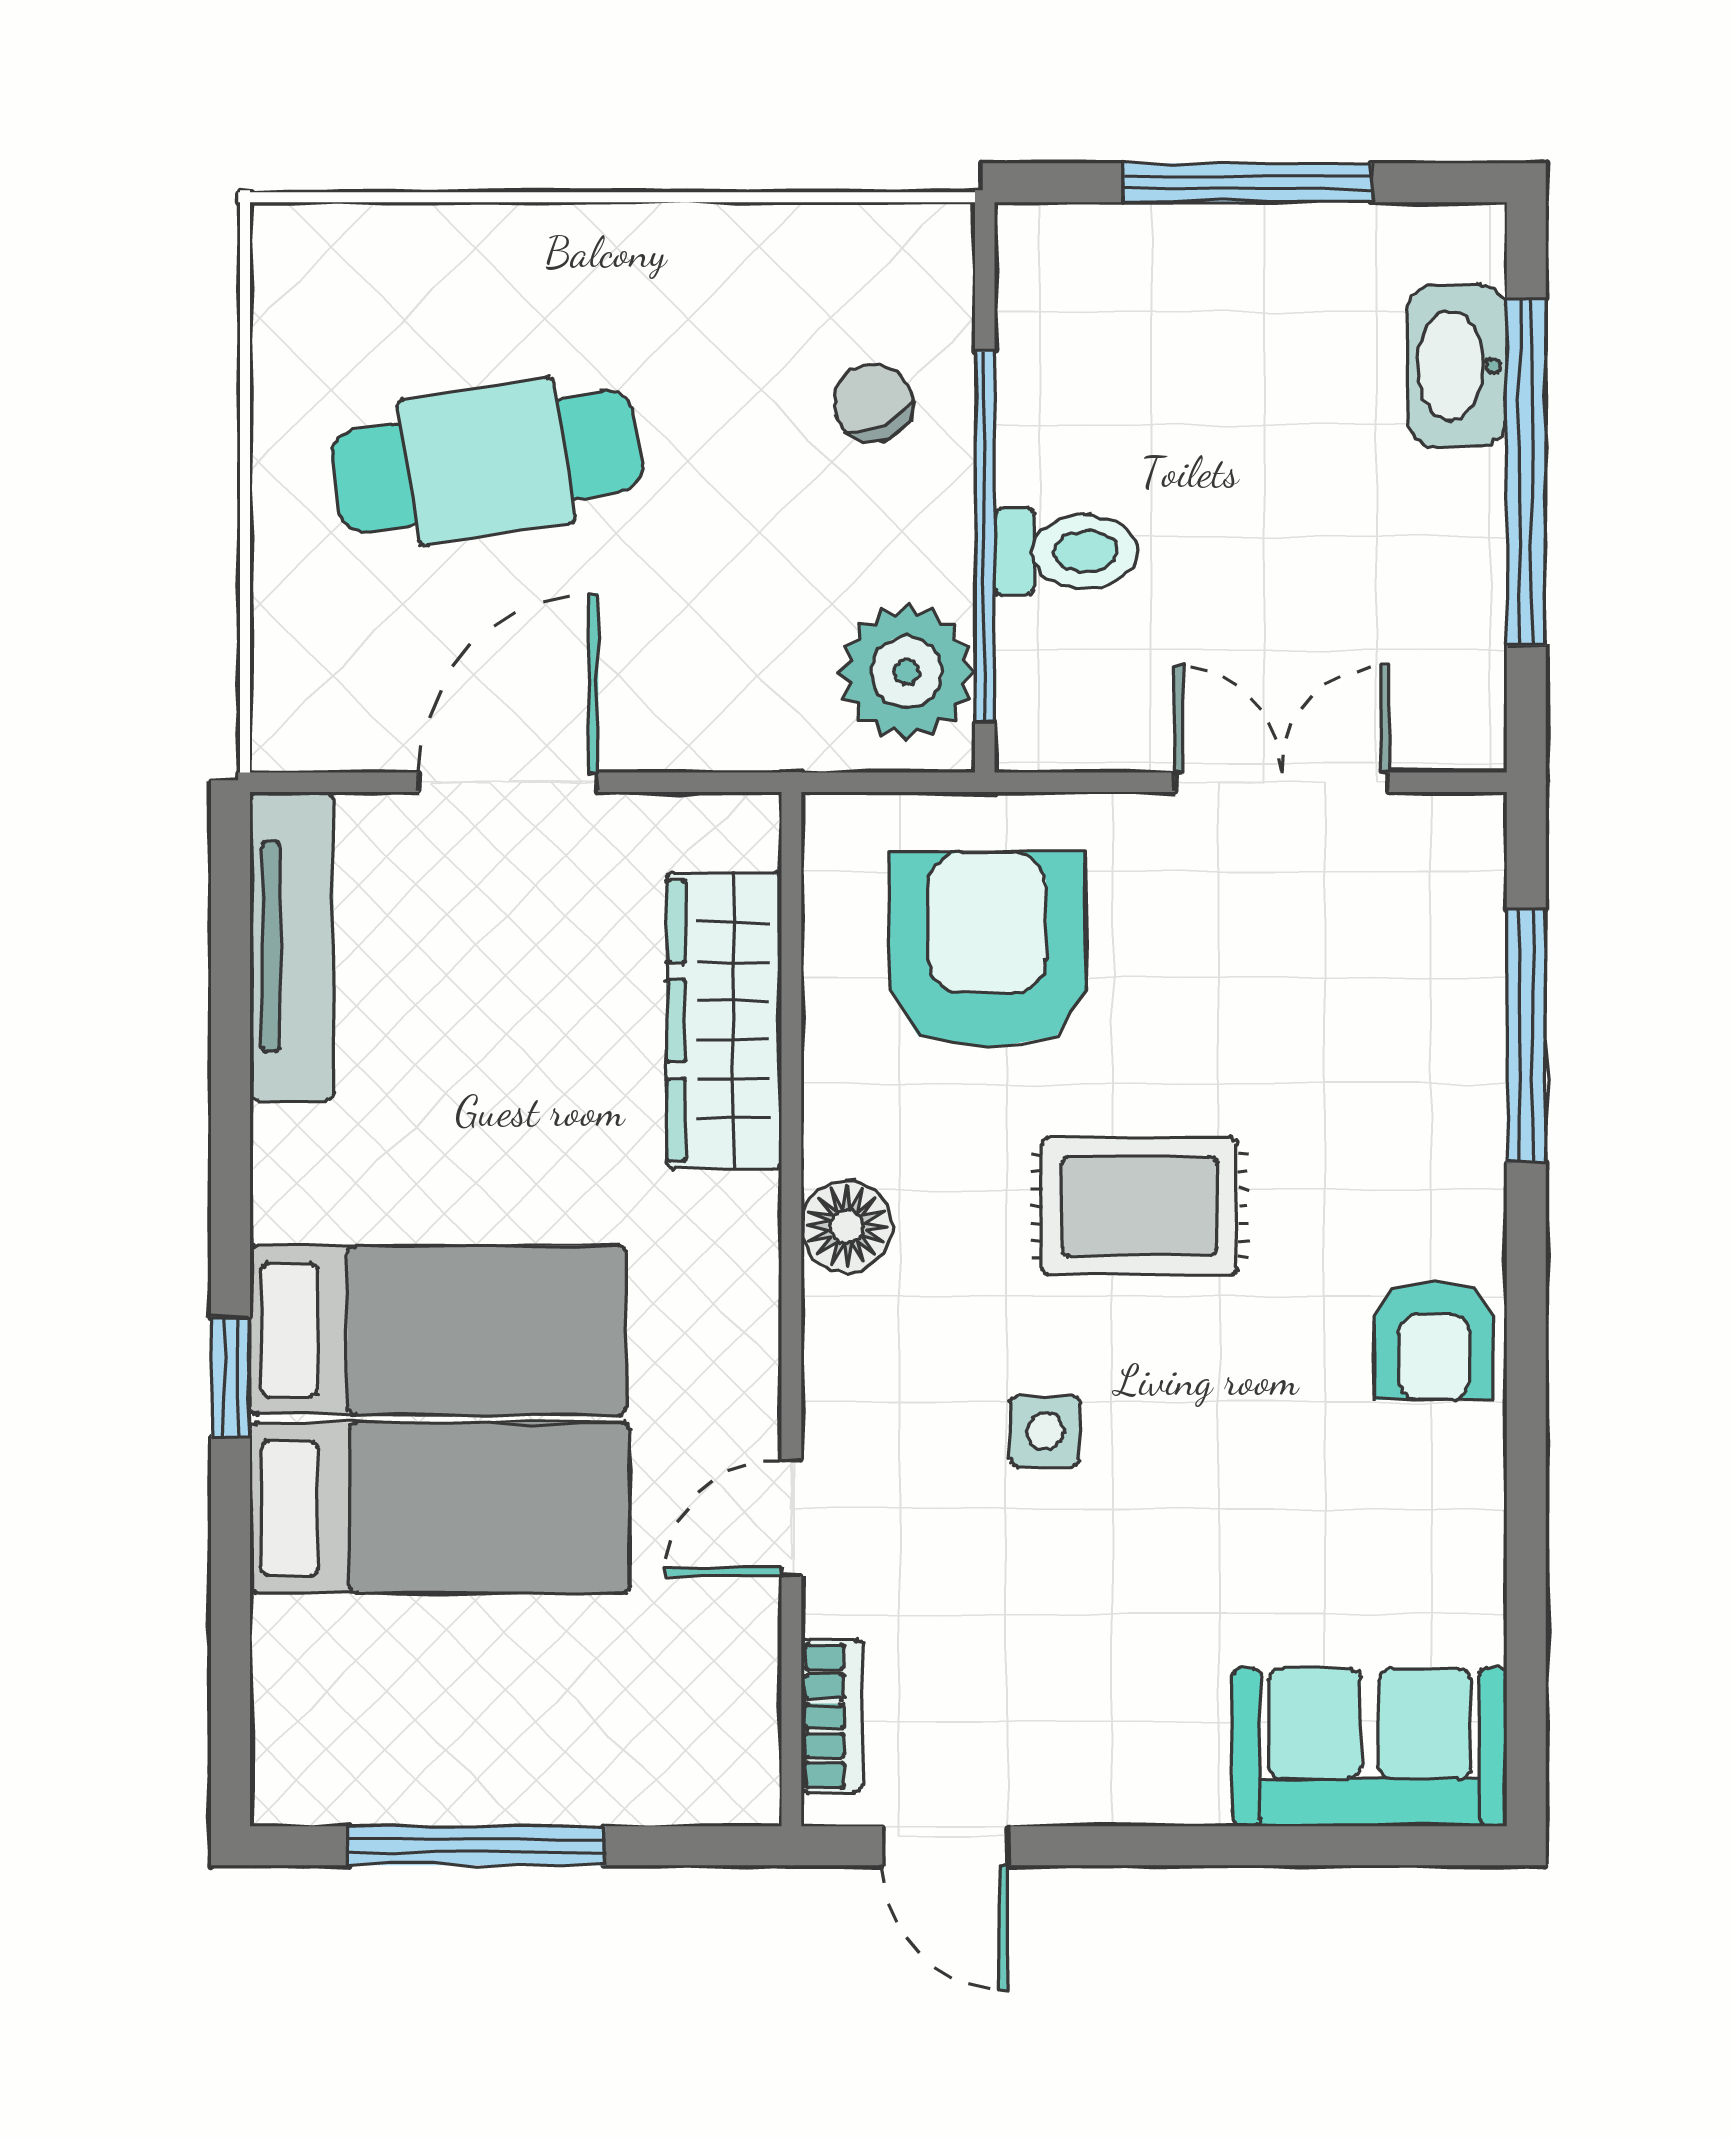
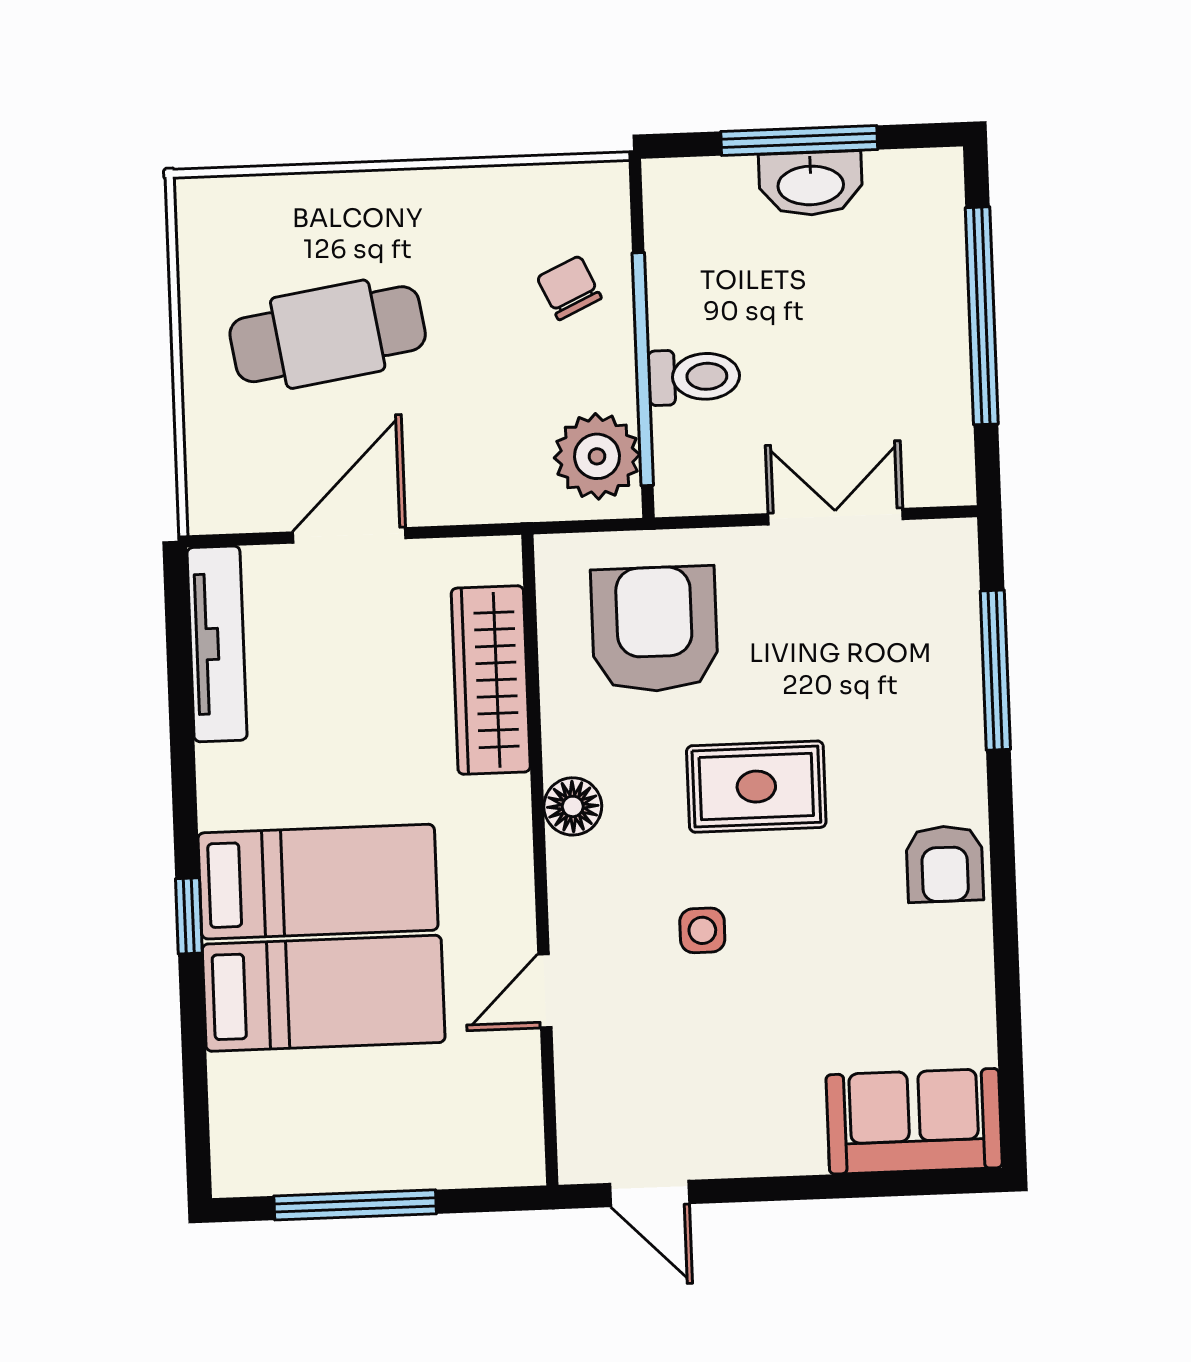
washbasin: (1457, 366) -> (811, 184), moved, turned -90
bookcase: (832, 1716) -> (575, 1115), removed

